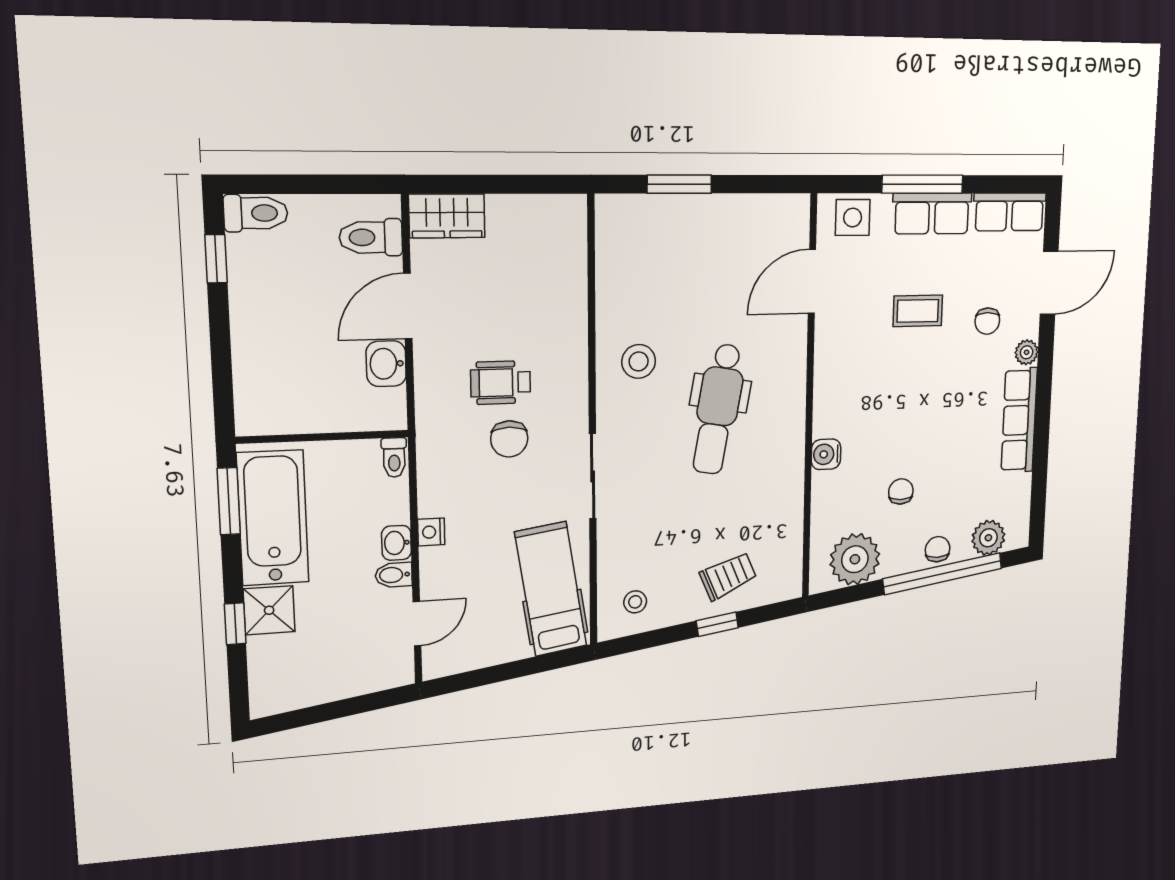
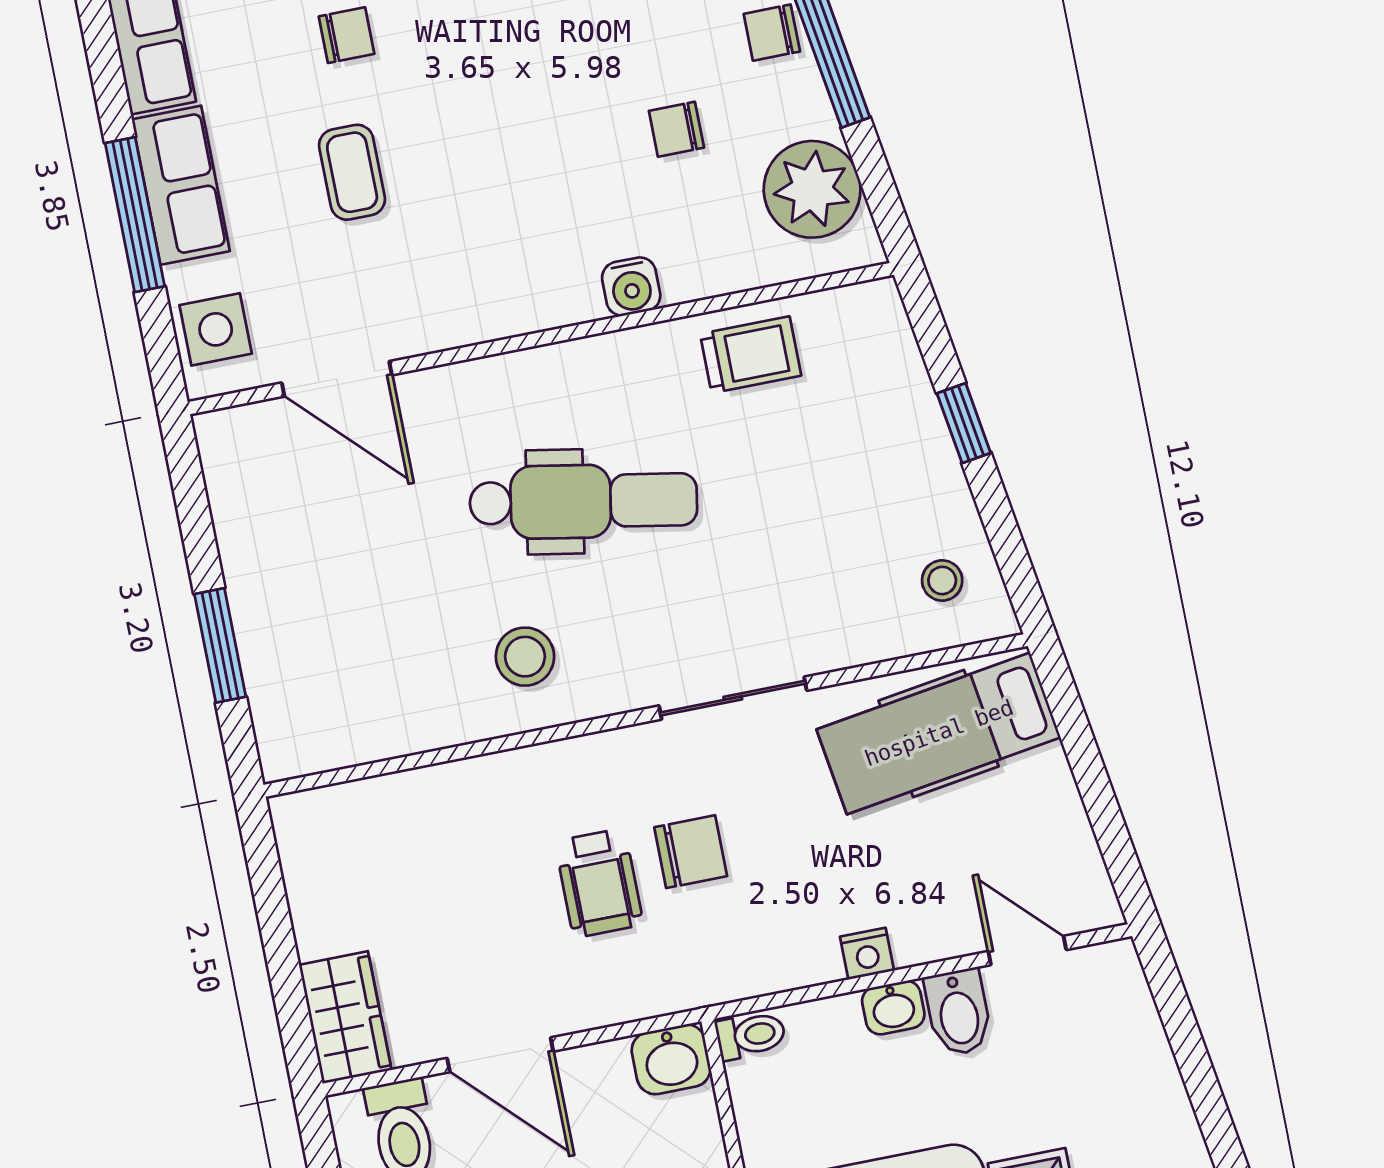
washbasin: (386, 364) -> (671, 1059), moved
bidet: (394, 575) -> (958, 1012), width x1.38, depth x1.36
trolley: (728, 576) -> (751, 355), moved, turned 113

